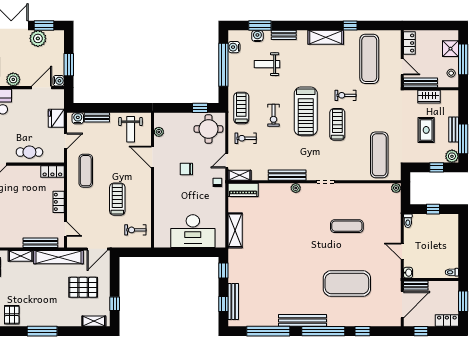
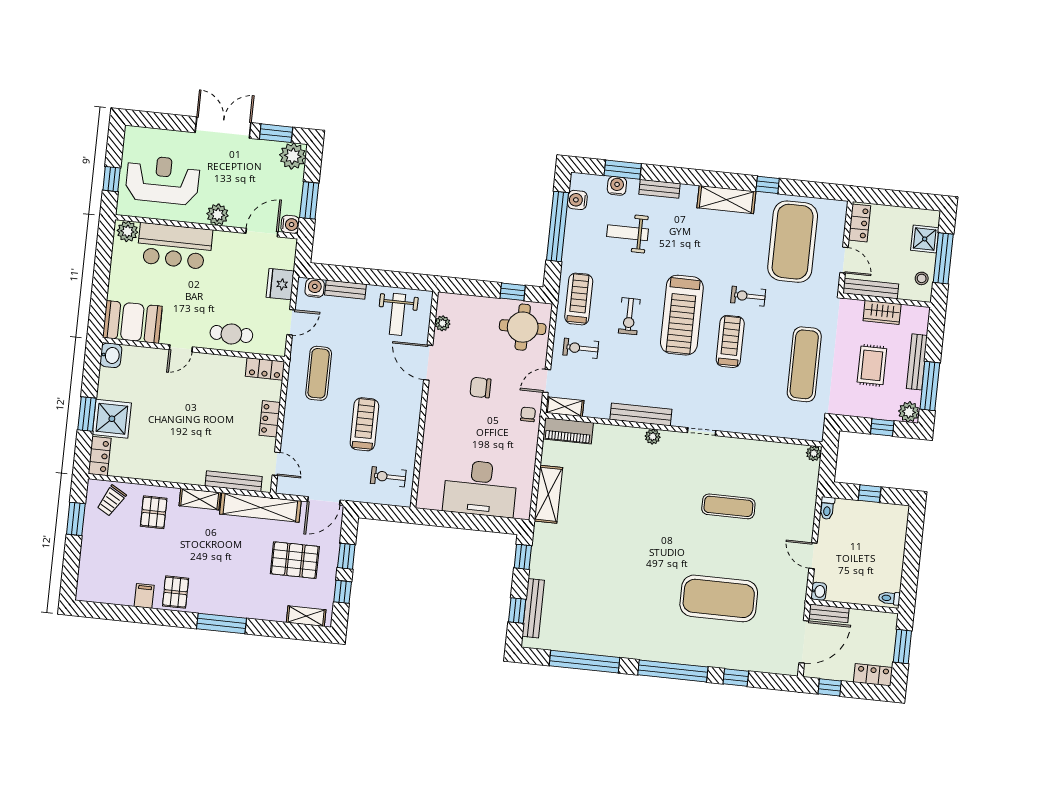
plant: (38, 38) -> (293, 156), moved
exercise mat: (369, 59) -> (793, 242), width x1.47
bench: (454, 130) -> (917, 362), width x1.36
exercise mat: (379, 155) -> (804, 364), moved
window: (115, 282) -> (346, 556), added
bench: (302, 320) -> (641, 650), removed

